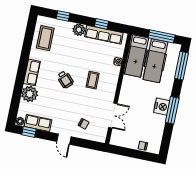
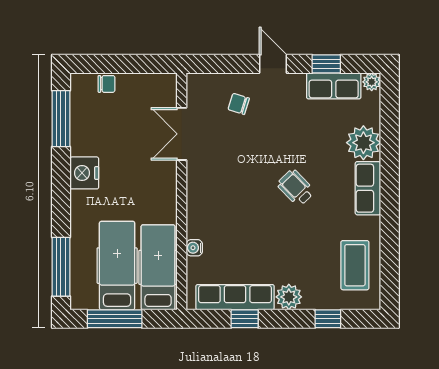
coffee table: (93, 80) -> (239, 198), removed
window: (172, 110) -> (61, 119), moved
window: (29, 132) -> (326, 64), moved

